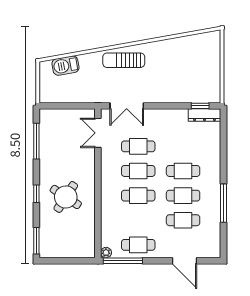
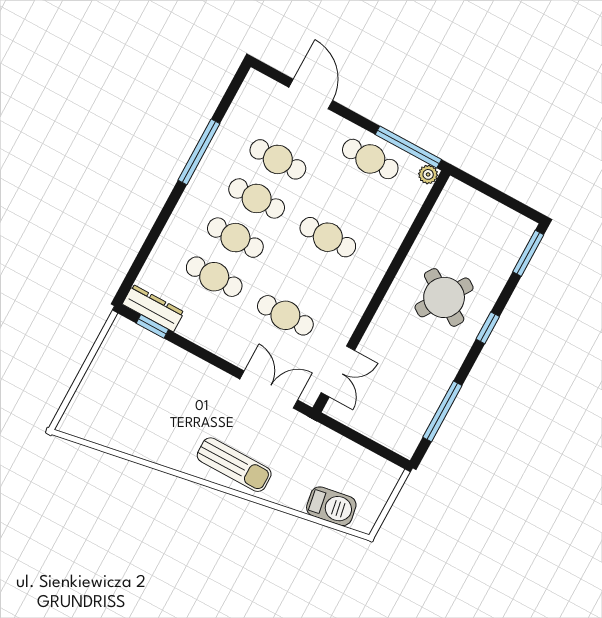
cafe table: (138, 171) -> (214, 277), moved

